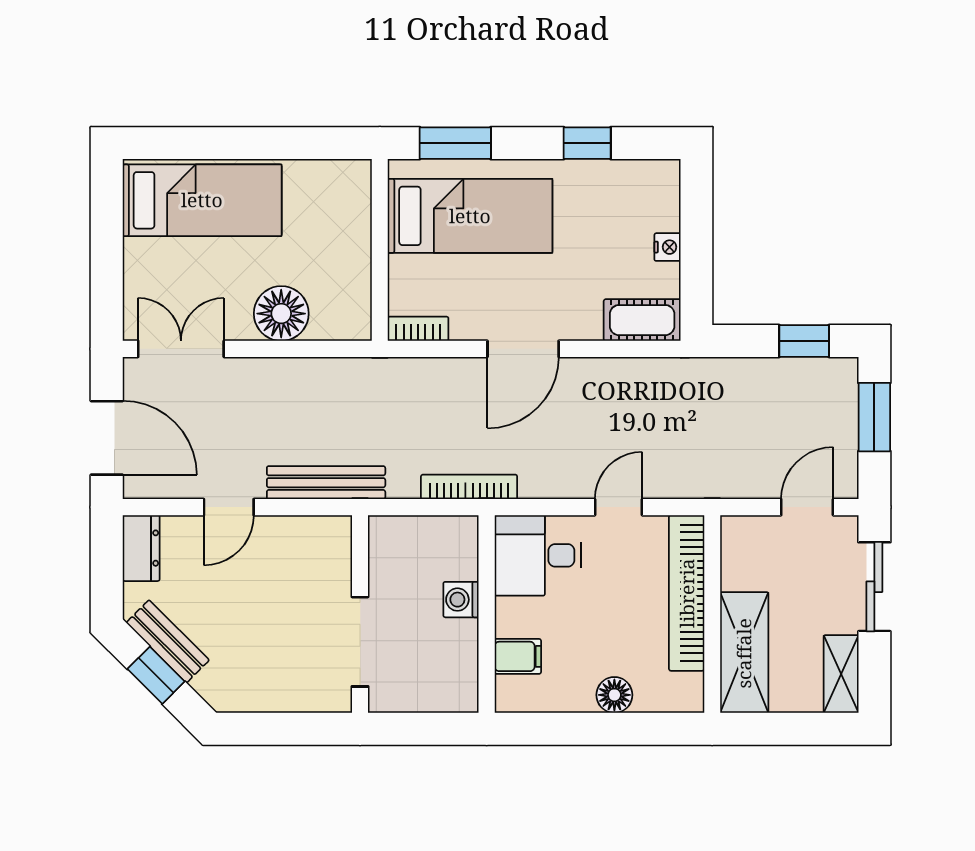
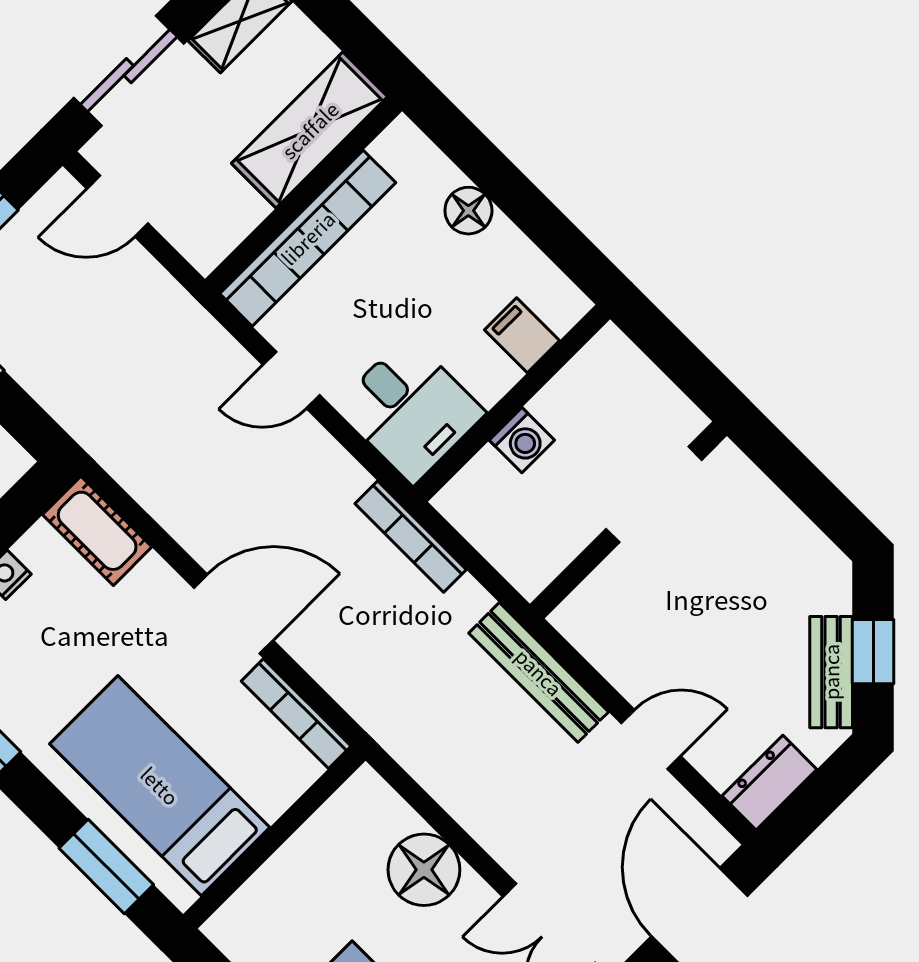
bookcase: (418, 329) -> (296, 714), width x1.56

